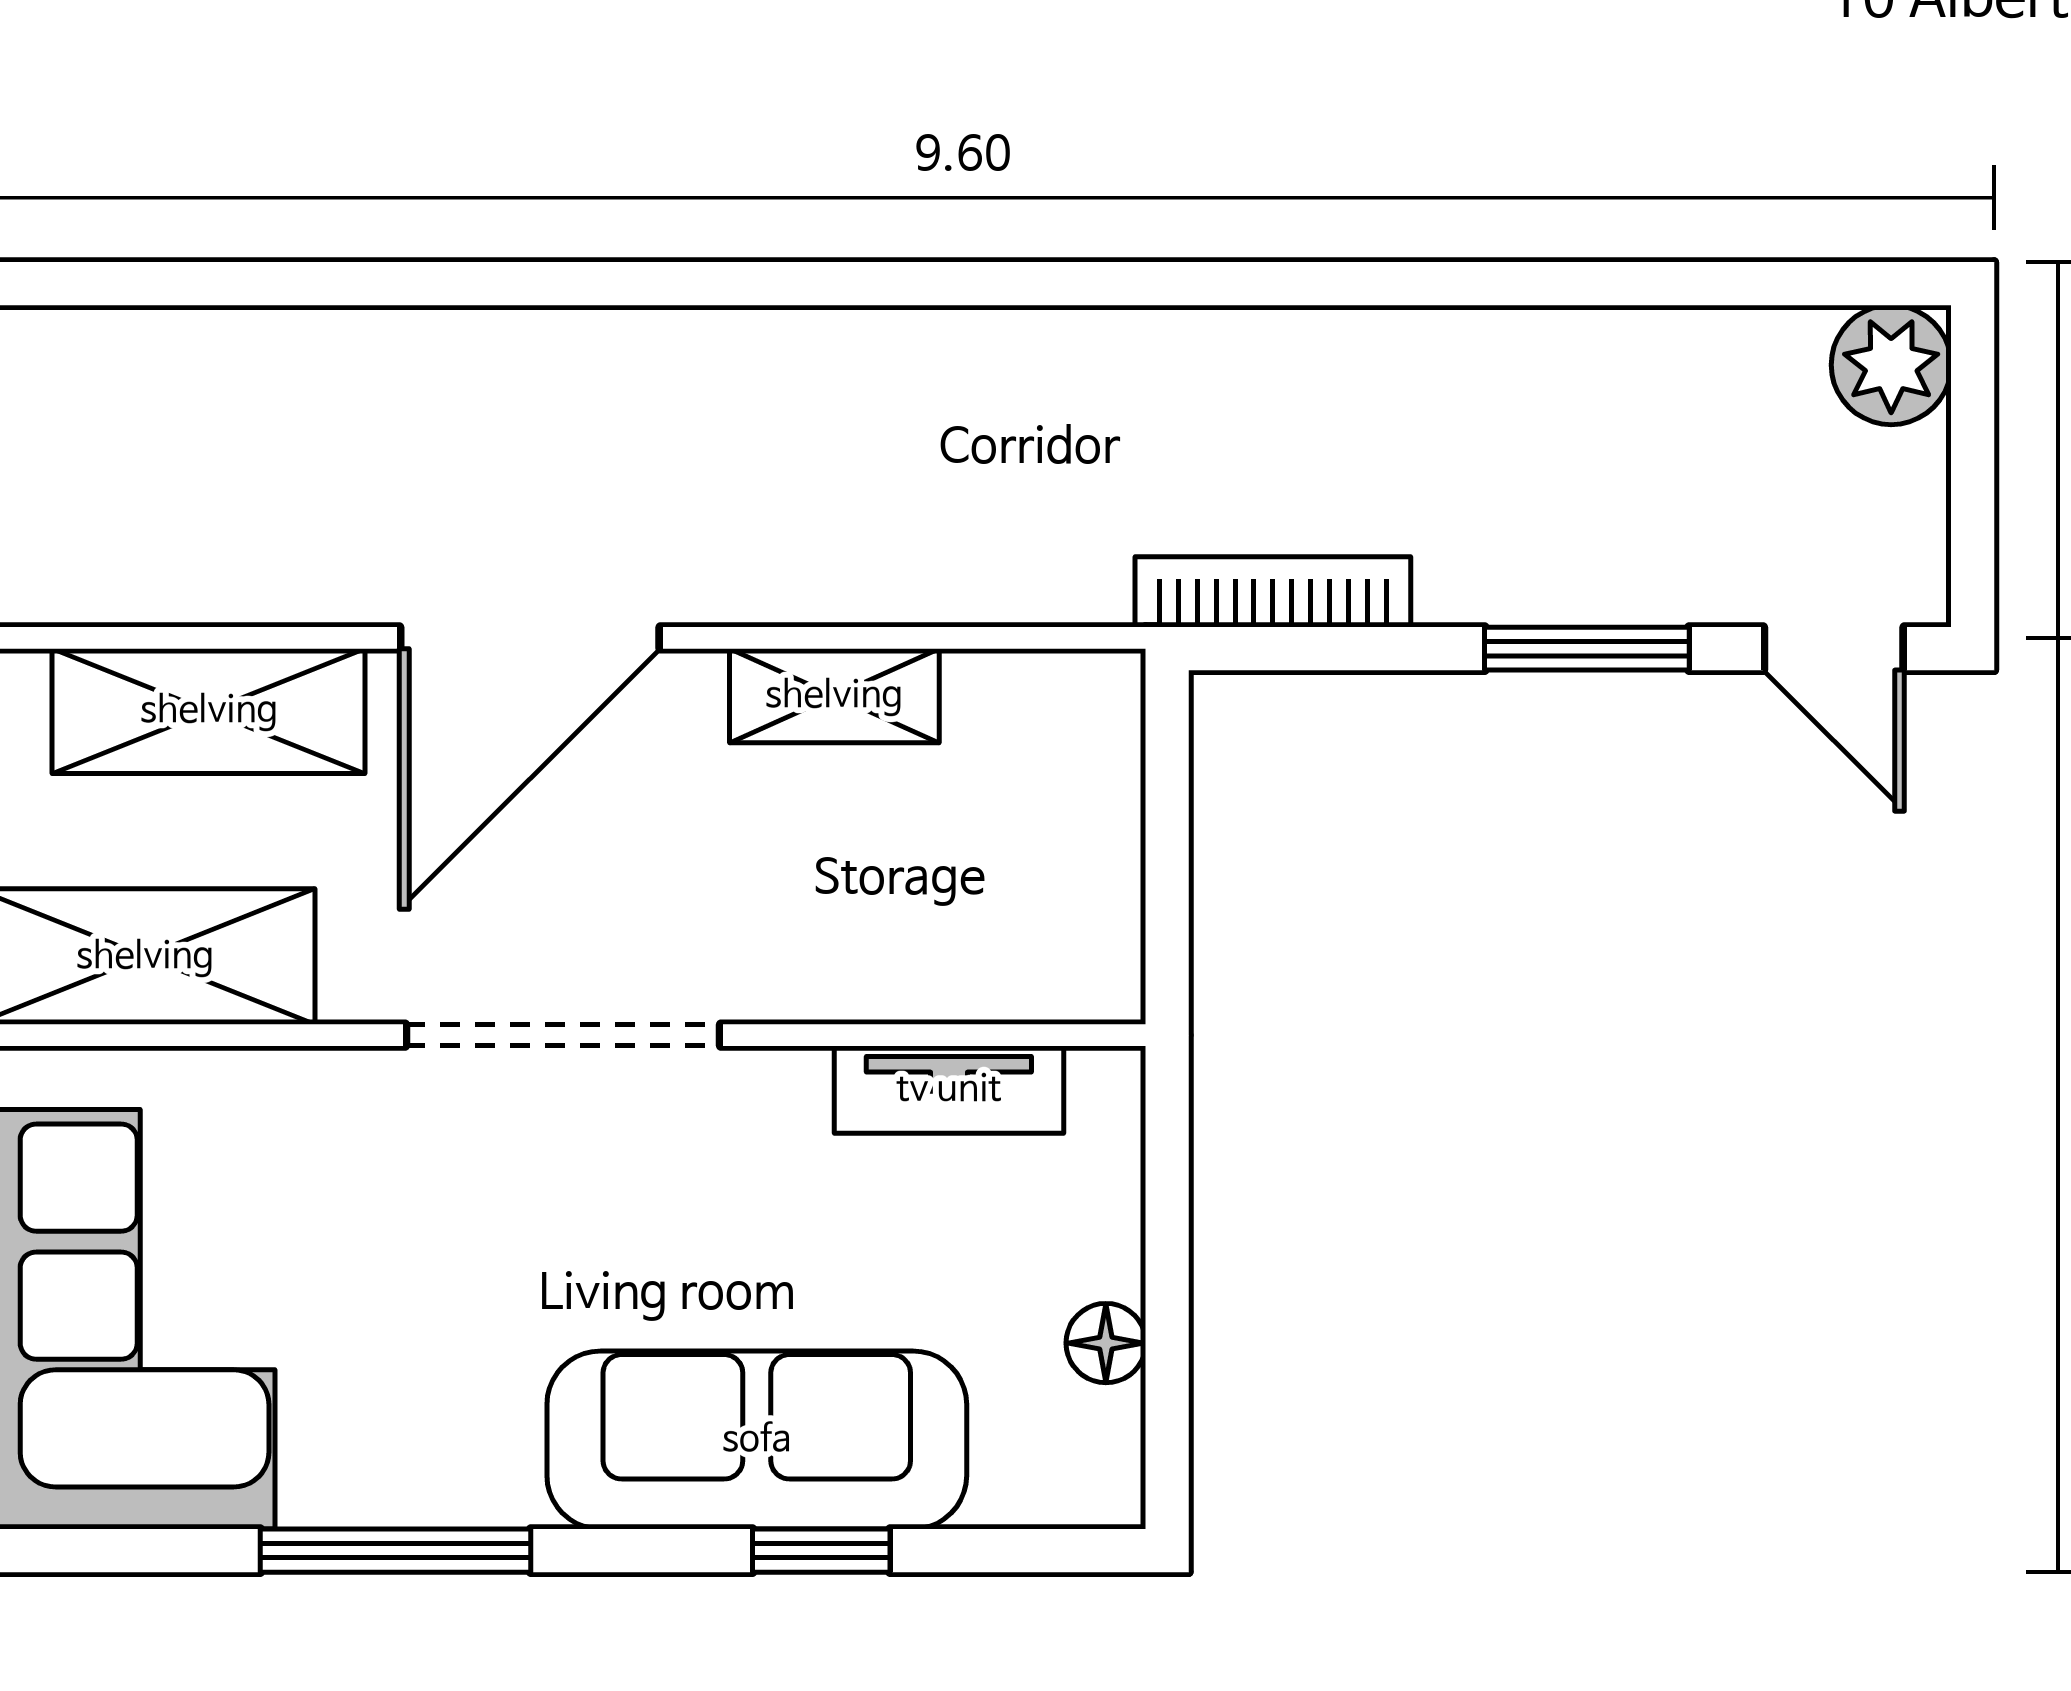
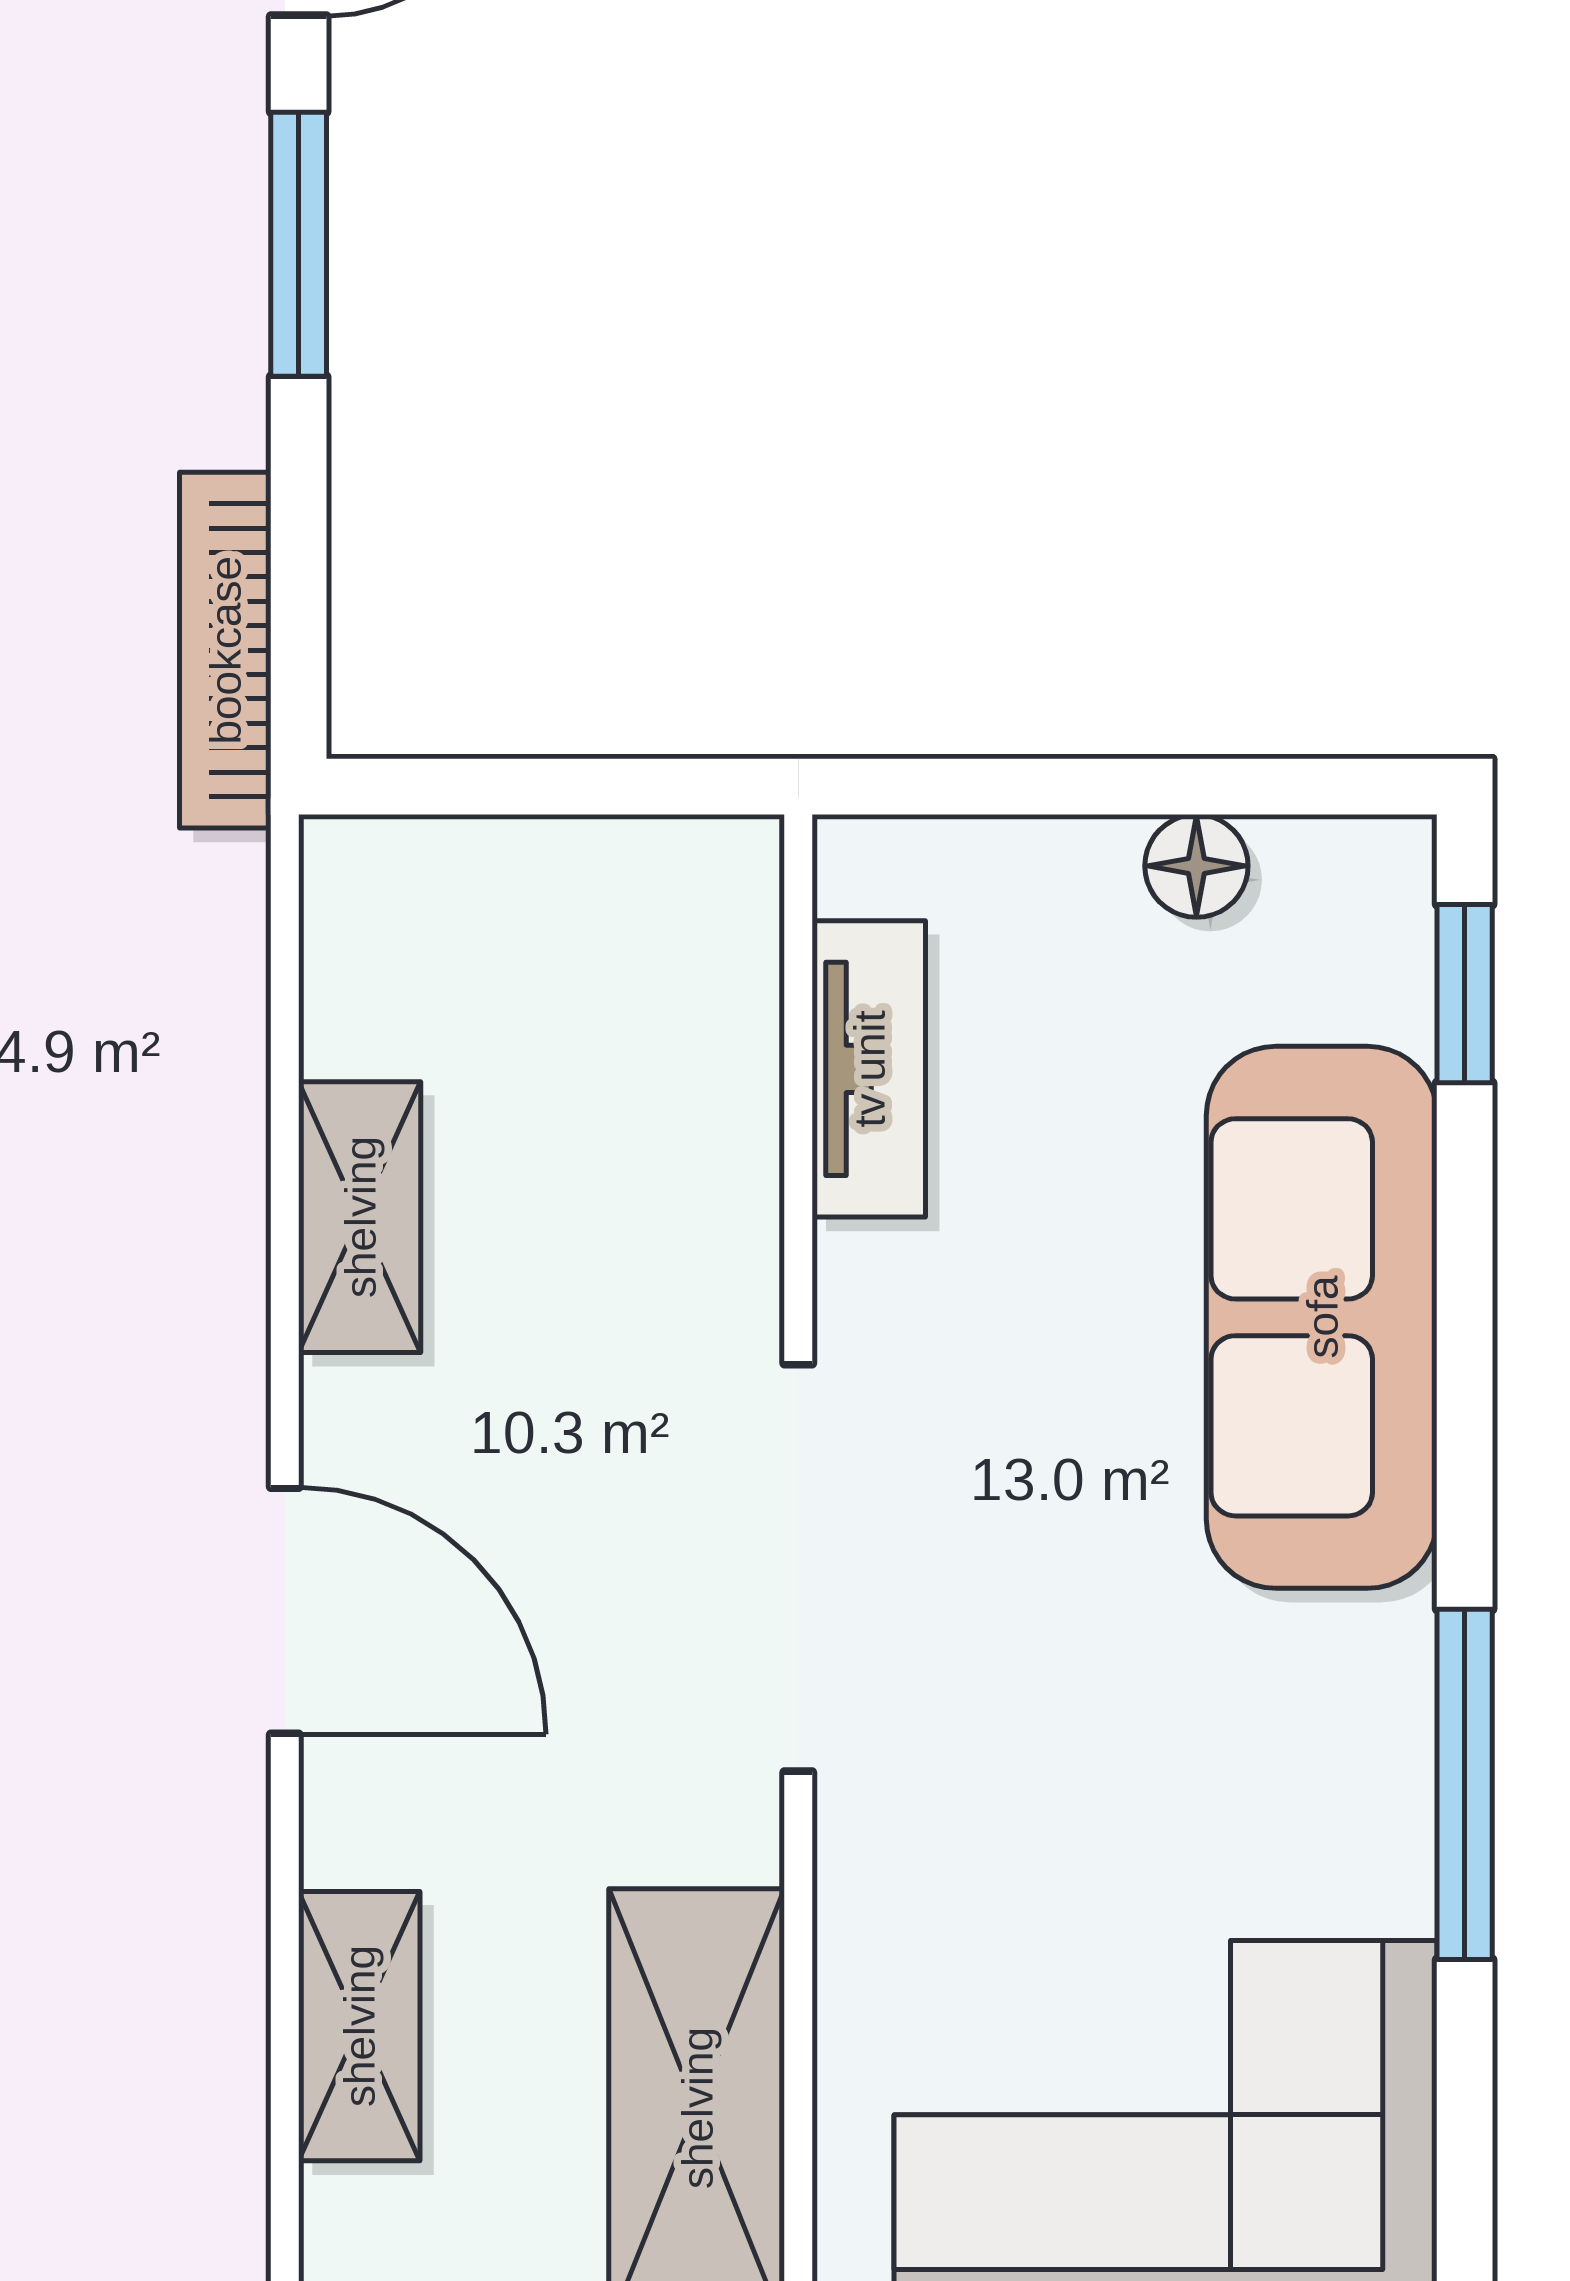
door: (530, 638) -> (285, 1611), width x0.73
shelving: (209, 711) -> (359, 2026), width x0.67, depth x0.75
window: (821, 1551) -> (1465, 994), moved

